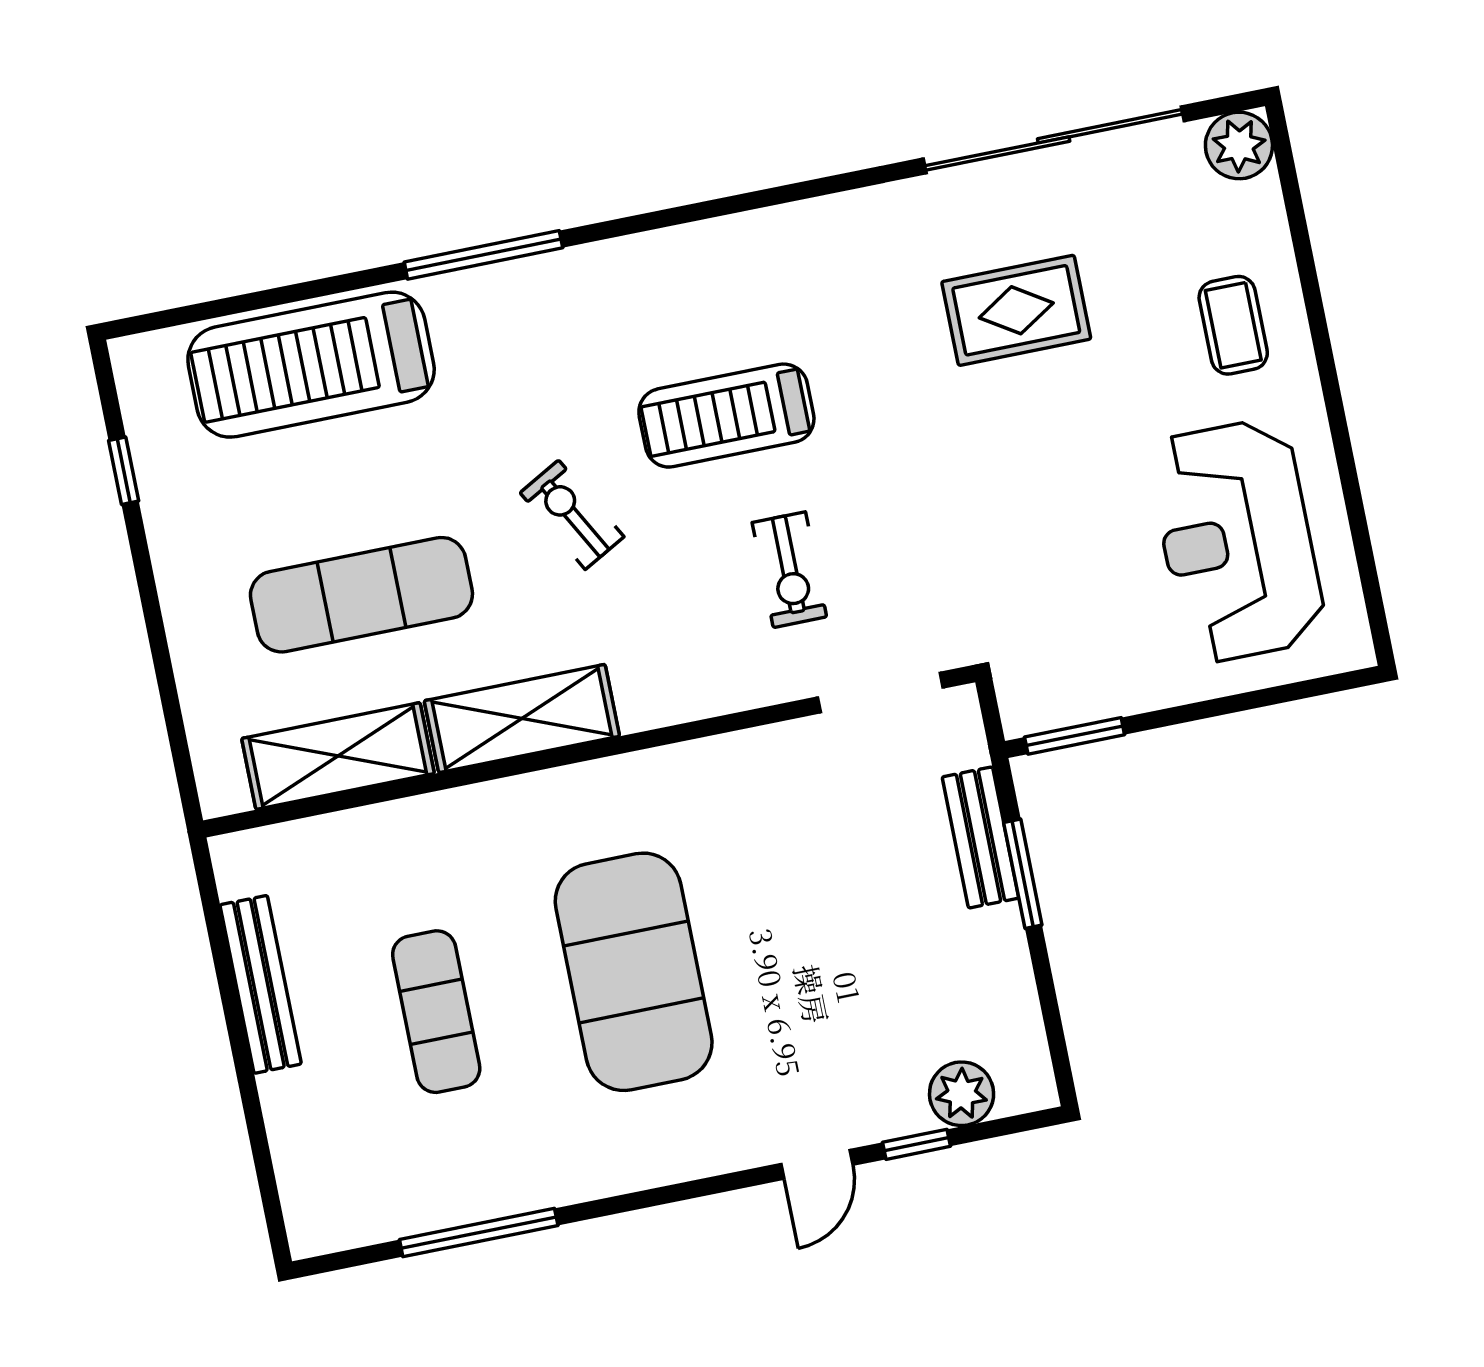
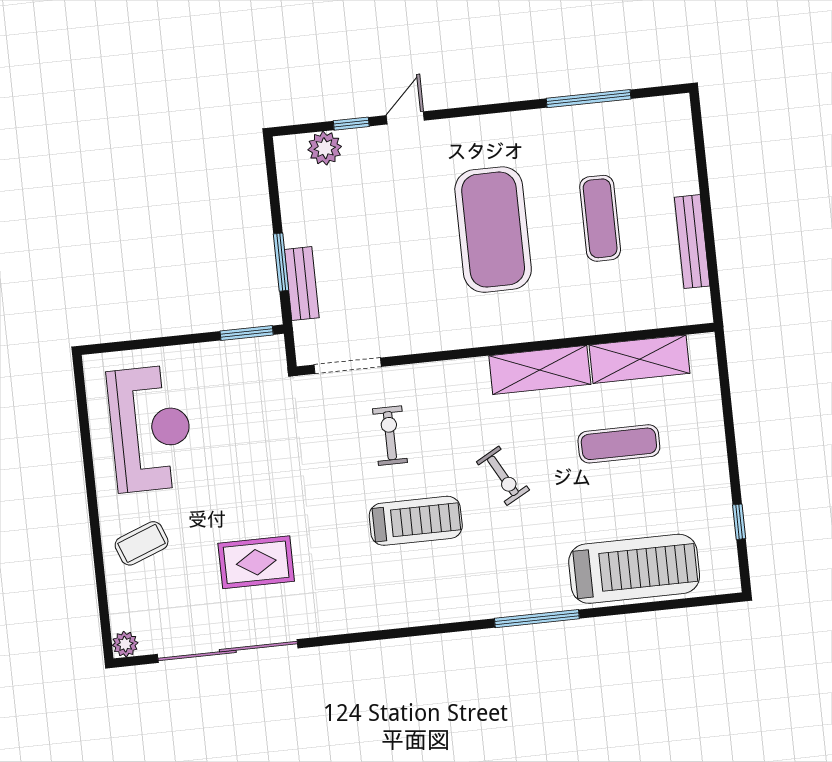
plant: (1239, 145) -> (125, 644), width x0.73, depth x0.73
coffee table: (1233, 325) -> (142, 543), turned 69
exercise mat: (361, 595) -> (619, 444), width x0.73, depth x0.69

